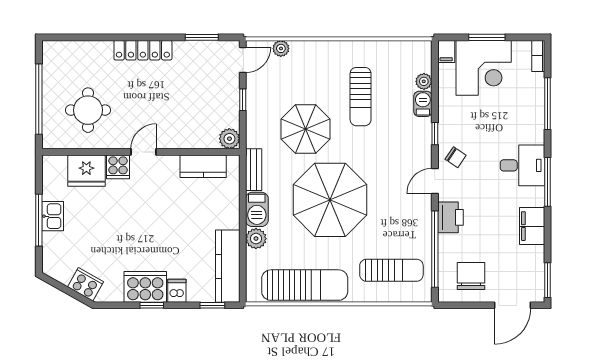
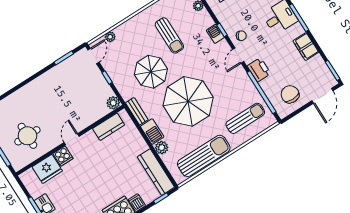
locker: (143, 50) -> (36, 85), removed
barbecue: (423, 104) -> (215, 34), moved

